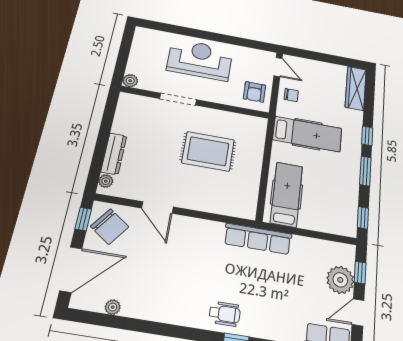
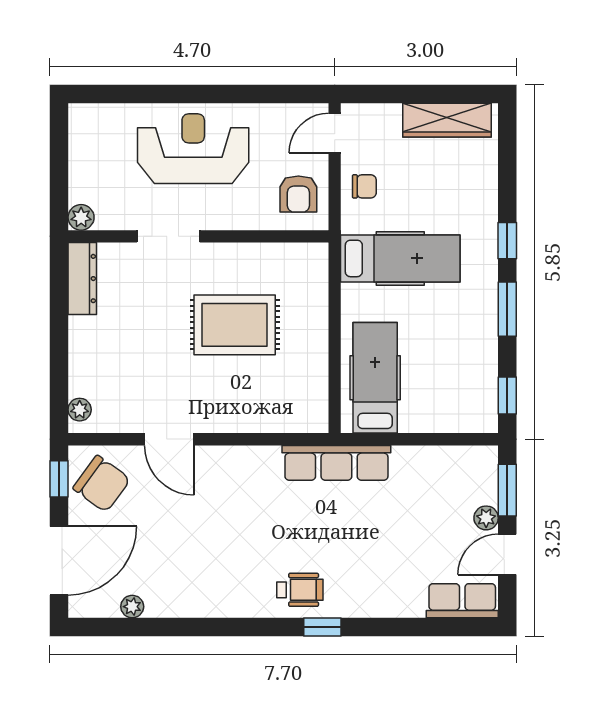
door: (278, 67) -> (335, 133), swing flipped
wardrobe: (356, 88) -> (447, 120), moved, turned -90
dresser: (114, 154) -> (82, 279), moved
window: (360, 273) -> (507, 490), width x1.50
plant: (340, 280) -> (486, 518), width x0.53, depth x0.53

